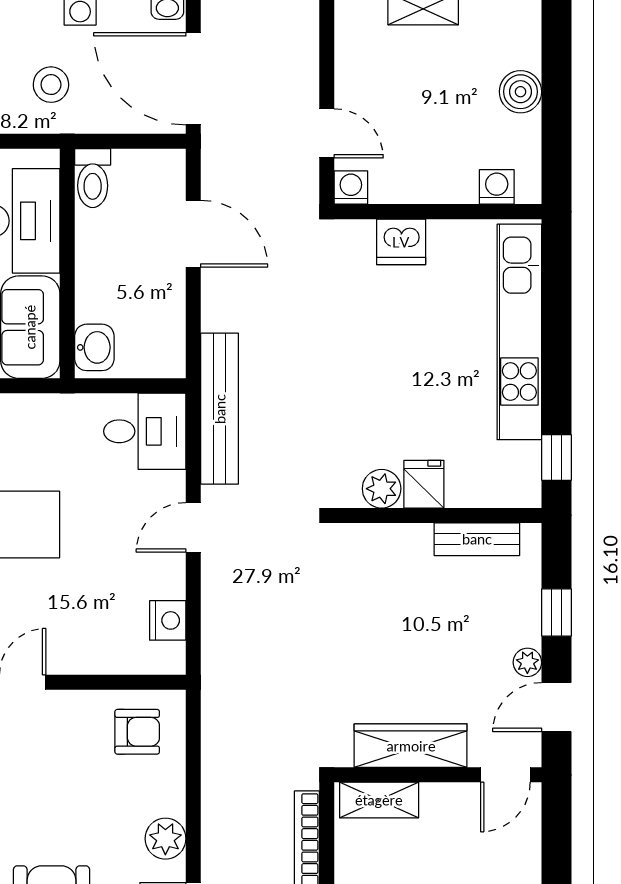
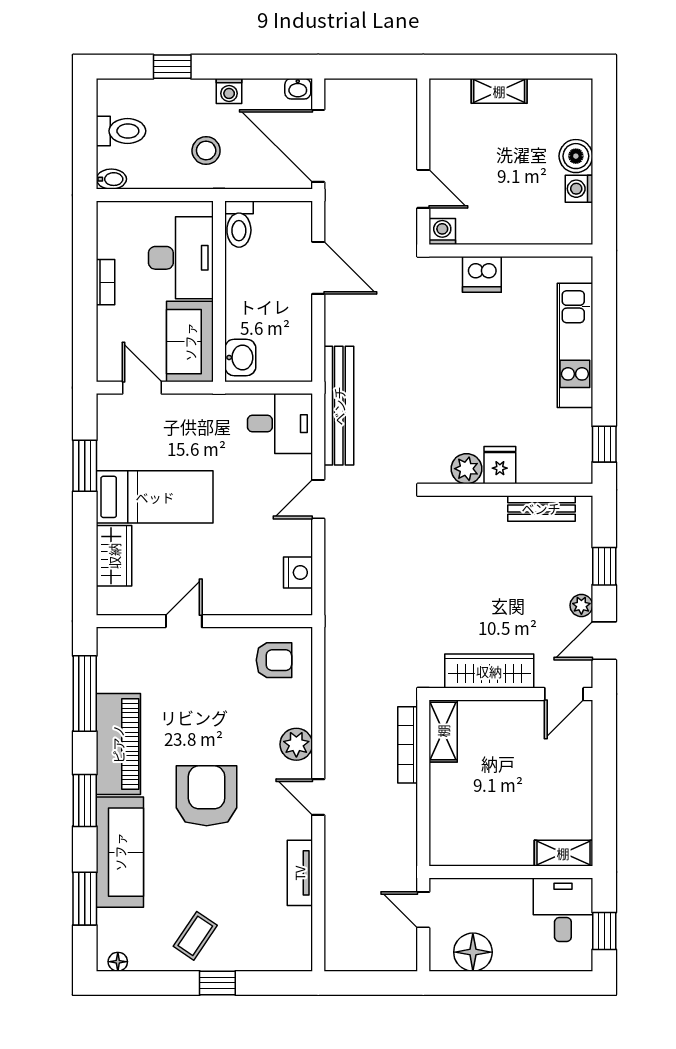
washing machine: (497, 187) -> (579, 189), moved, turned -90
kitchen unit: (519, 332) -> (575, 345), width x0.73
shelving: (379, 800) -> (443, 731), moved, turned 90

